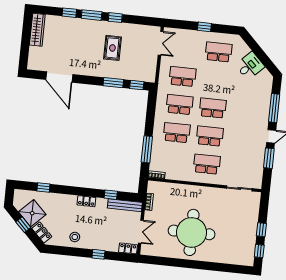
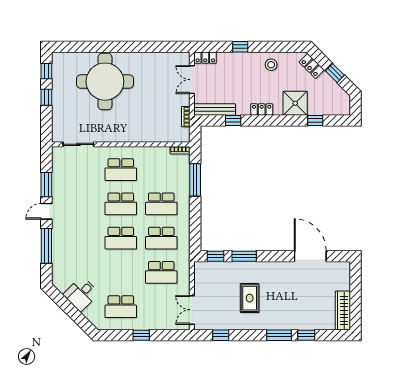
window: (115, 18) -> (221, 335), moved
shower: (32, 213) -> (295, 103), moved, turned 45
round table: (192, 232) -> (105, 82), moved

